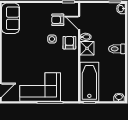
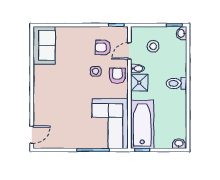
stool: (98, 19) -> (153, 46), added
door: (79, 23) -> (129, 51), hinge flipped
corner sofa: (40, 87) -> (110, 124), moved, turned -90

